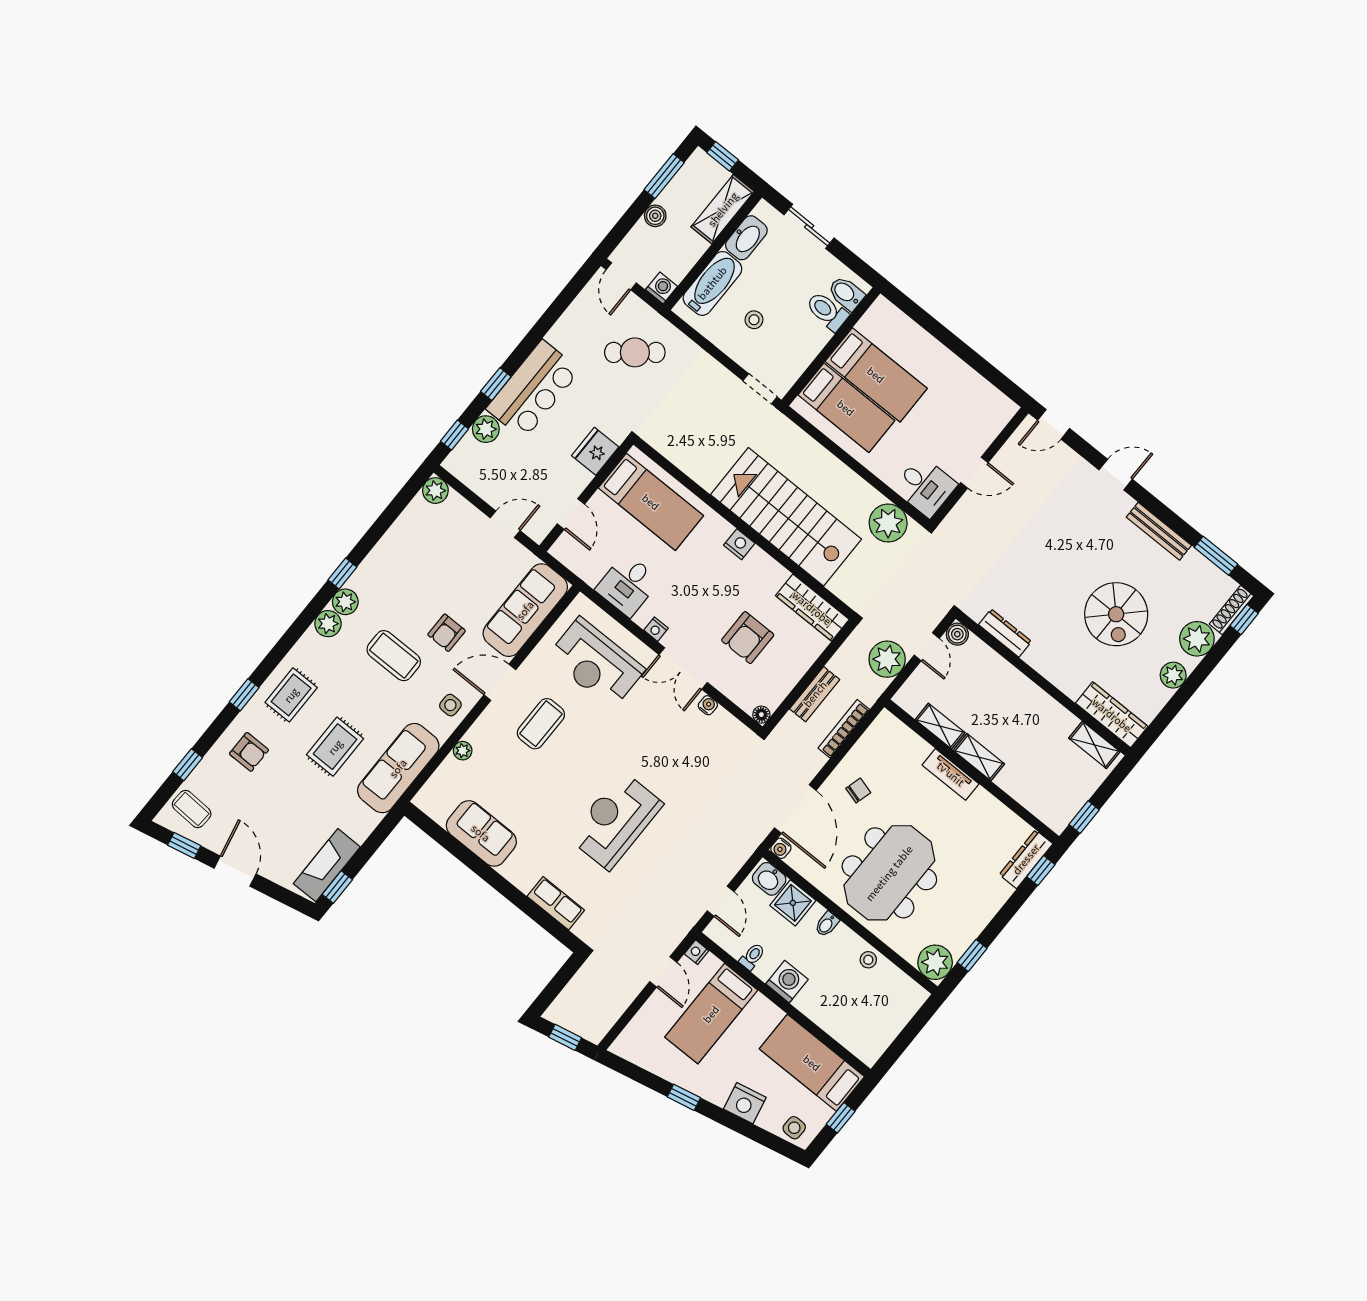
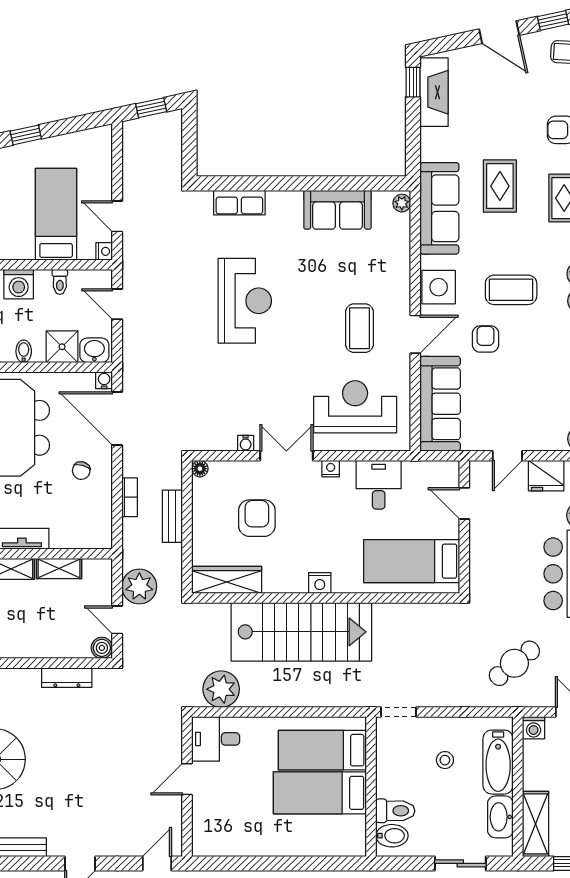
fridge: (595, 451) -> (546, 476), moved, turned 90
side table: (450, 705) -> (439, 287), width x1.87, depth x1.87
bookcase: (844, 729) -> (130, 497), width x0.64
plant: (463, 751) -> (402, 203), moved

